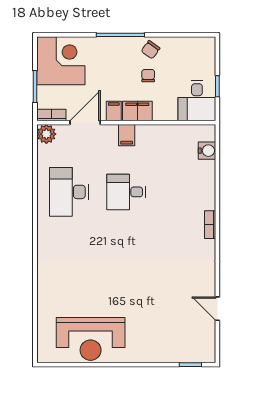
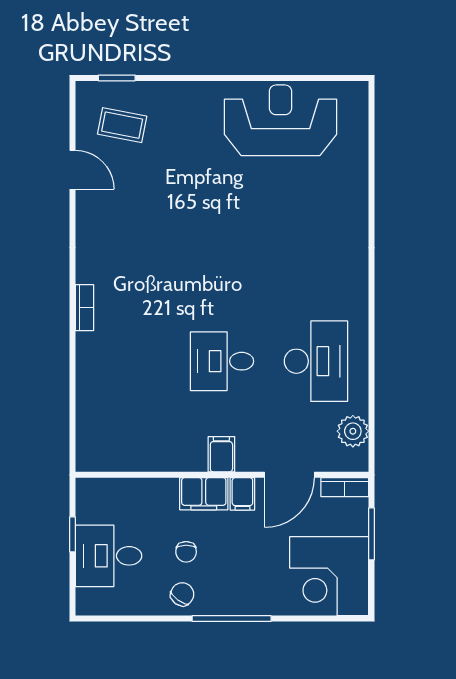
desk: (197, 101) -> (109, 556), moved, turned -90
plant: (46, 134) -> (353, 431), moved
water cooler: (207, 151) -> (90, 429), removed
desk: (126, 192) -> (222, 361), turned 180
coffee table: (187, 336) -> (122, 125), added

